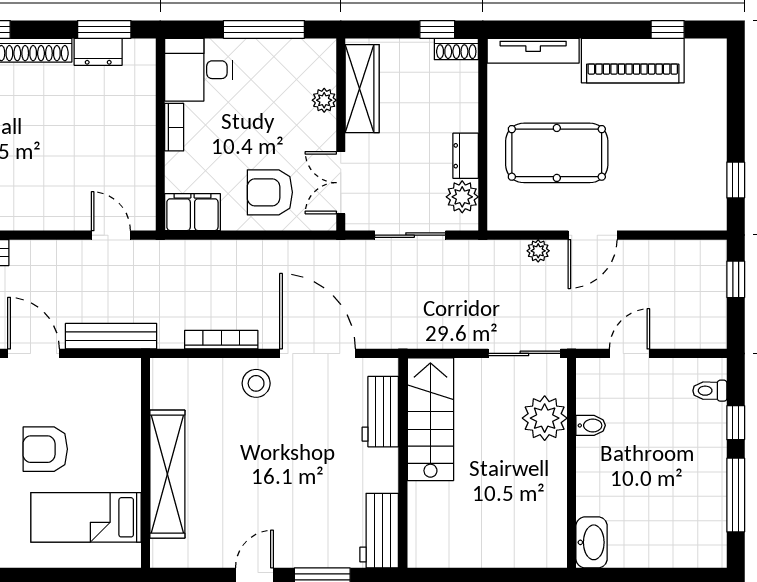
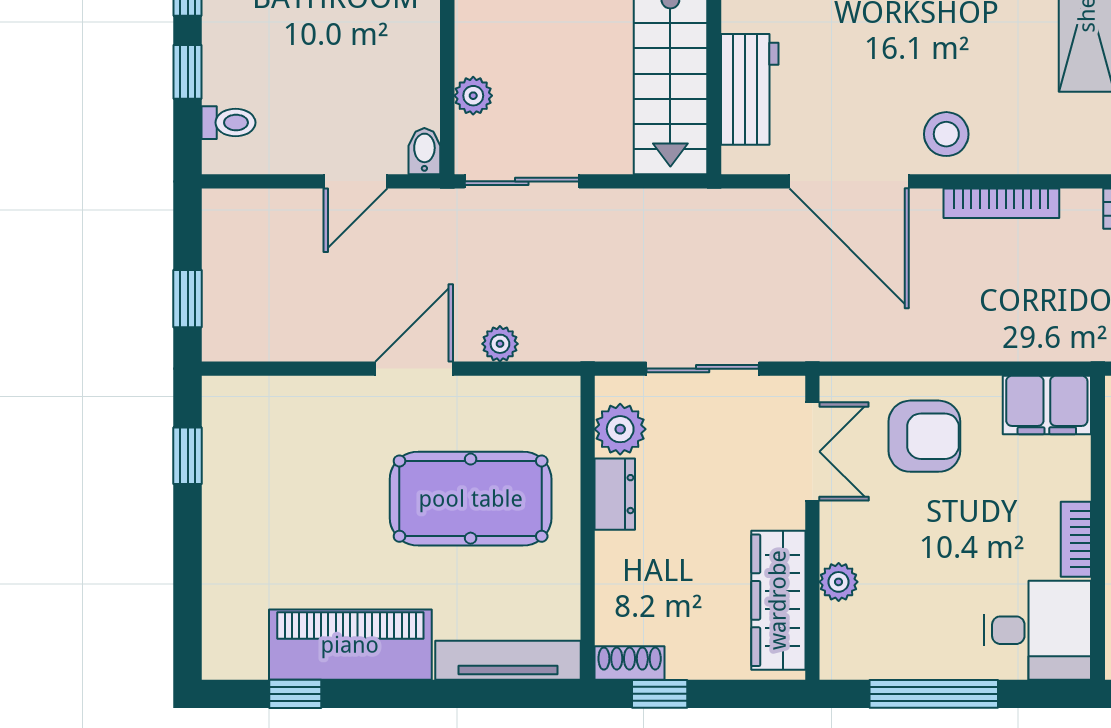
plant: (545, 418) -> (473, 96), width x0.53, depth x0.53
bidet: (591, 425) -> (424, 151), moved, turned 90

